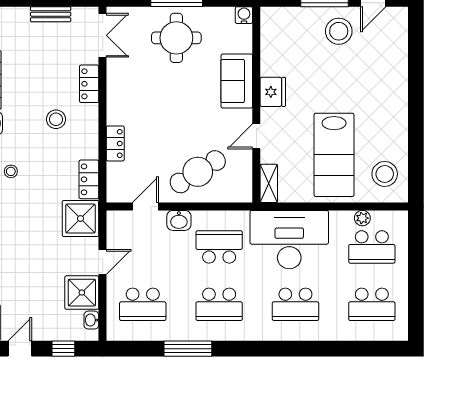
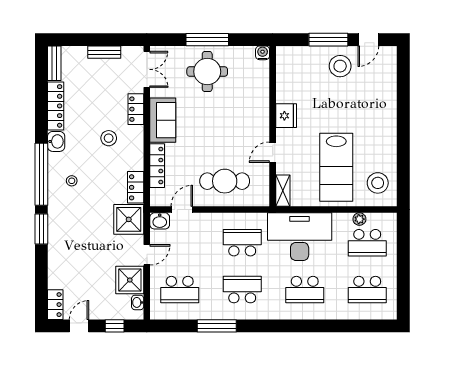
sofa: (237, 81) -> (163, 120), moved, turned 180
locker: (115, 143) -> (157, 166), width x1.53
cafe table: (198, 172) -> (225, 181), turned 32
washbasin: (179, 220) -> (160, 221), moved
school desk: (219, 304) -> (242, 290), turned 180

